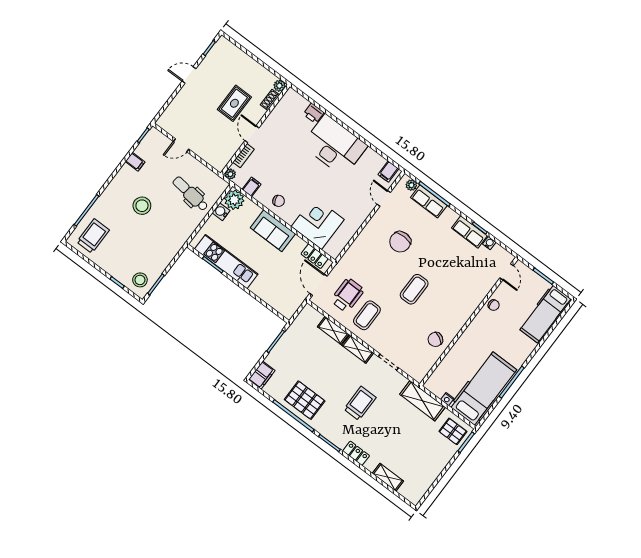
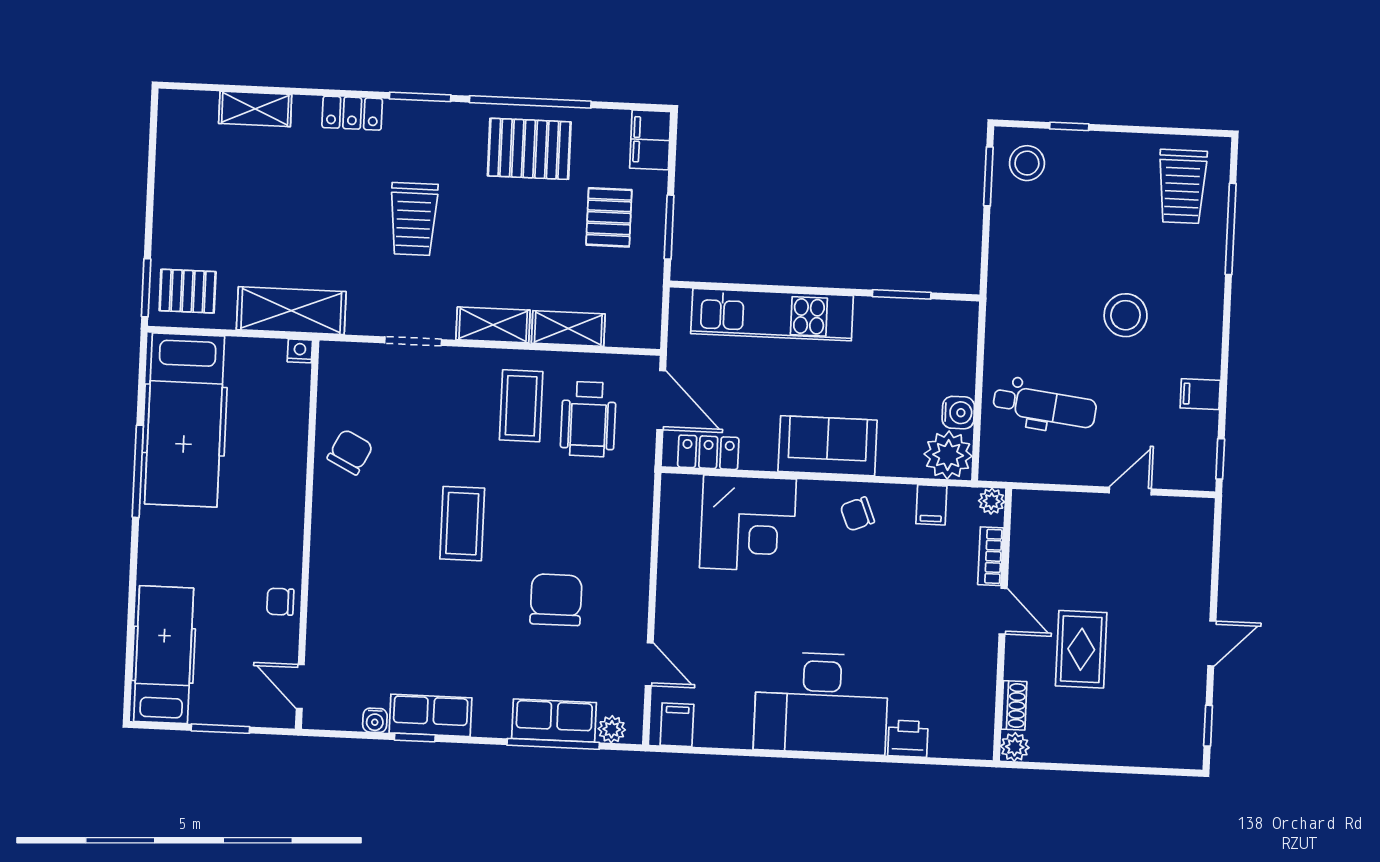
kitchen unit: (226, 262) -> (772, 315), moved
pallet: (294, 359) -> (609, 217), added
nightstand: (447, 399) -> (300, 351), moved

